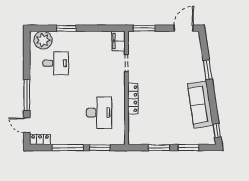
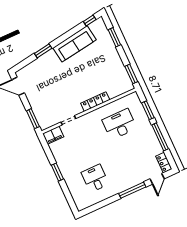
window: (66, 28) -> (57, 172), moved
plant: (43, 40) -> (81, 198), removed
window: (159, 148) -> (131, 74), moved

